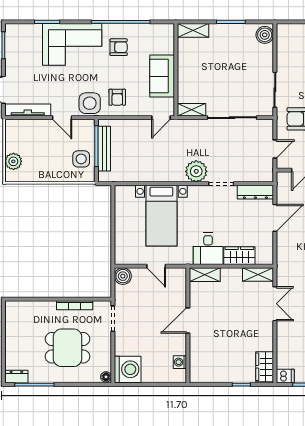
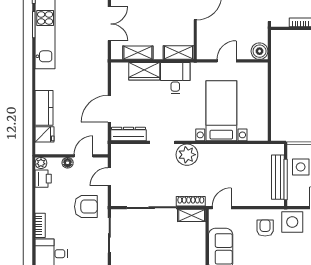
shoe rack: (192, 124) -> (191, 201), added
door: (156, 266) -> (227, 61), hinge flipped
shelving: (258, 275) -> (138, 53), moved
double door: (275, 304) -> (109, 24), swing flipped

